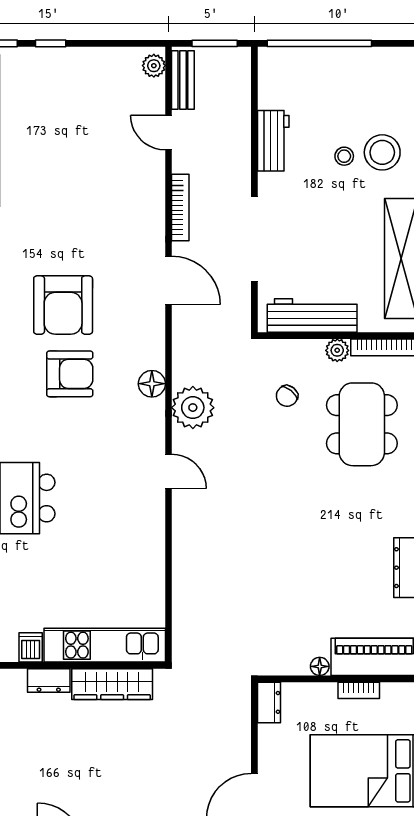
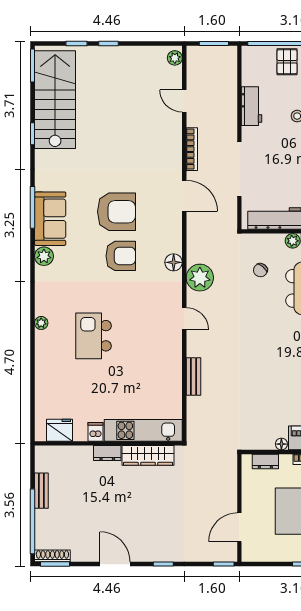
pallet: (328, 72) -> (287, 62), added
bench: (183, 80) -> (193, 377), moved
armchair: (63, 305) -> (116, 212), turned -90
dresser: (269, 702) -> (265, 461), moved, turned 90

